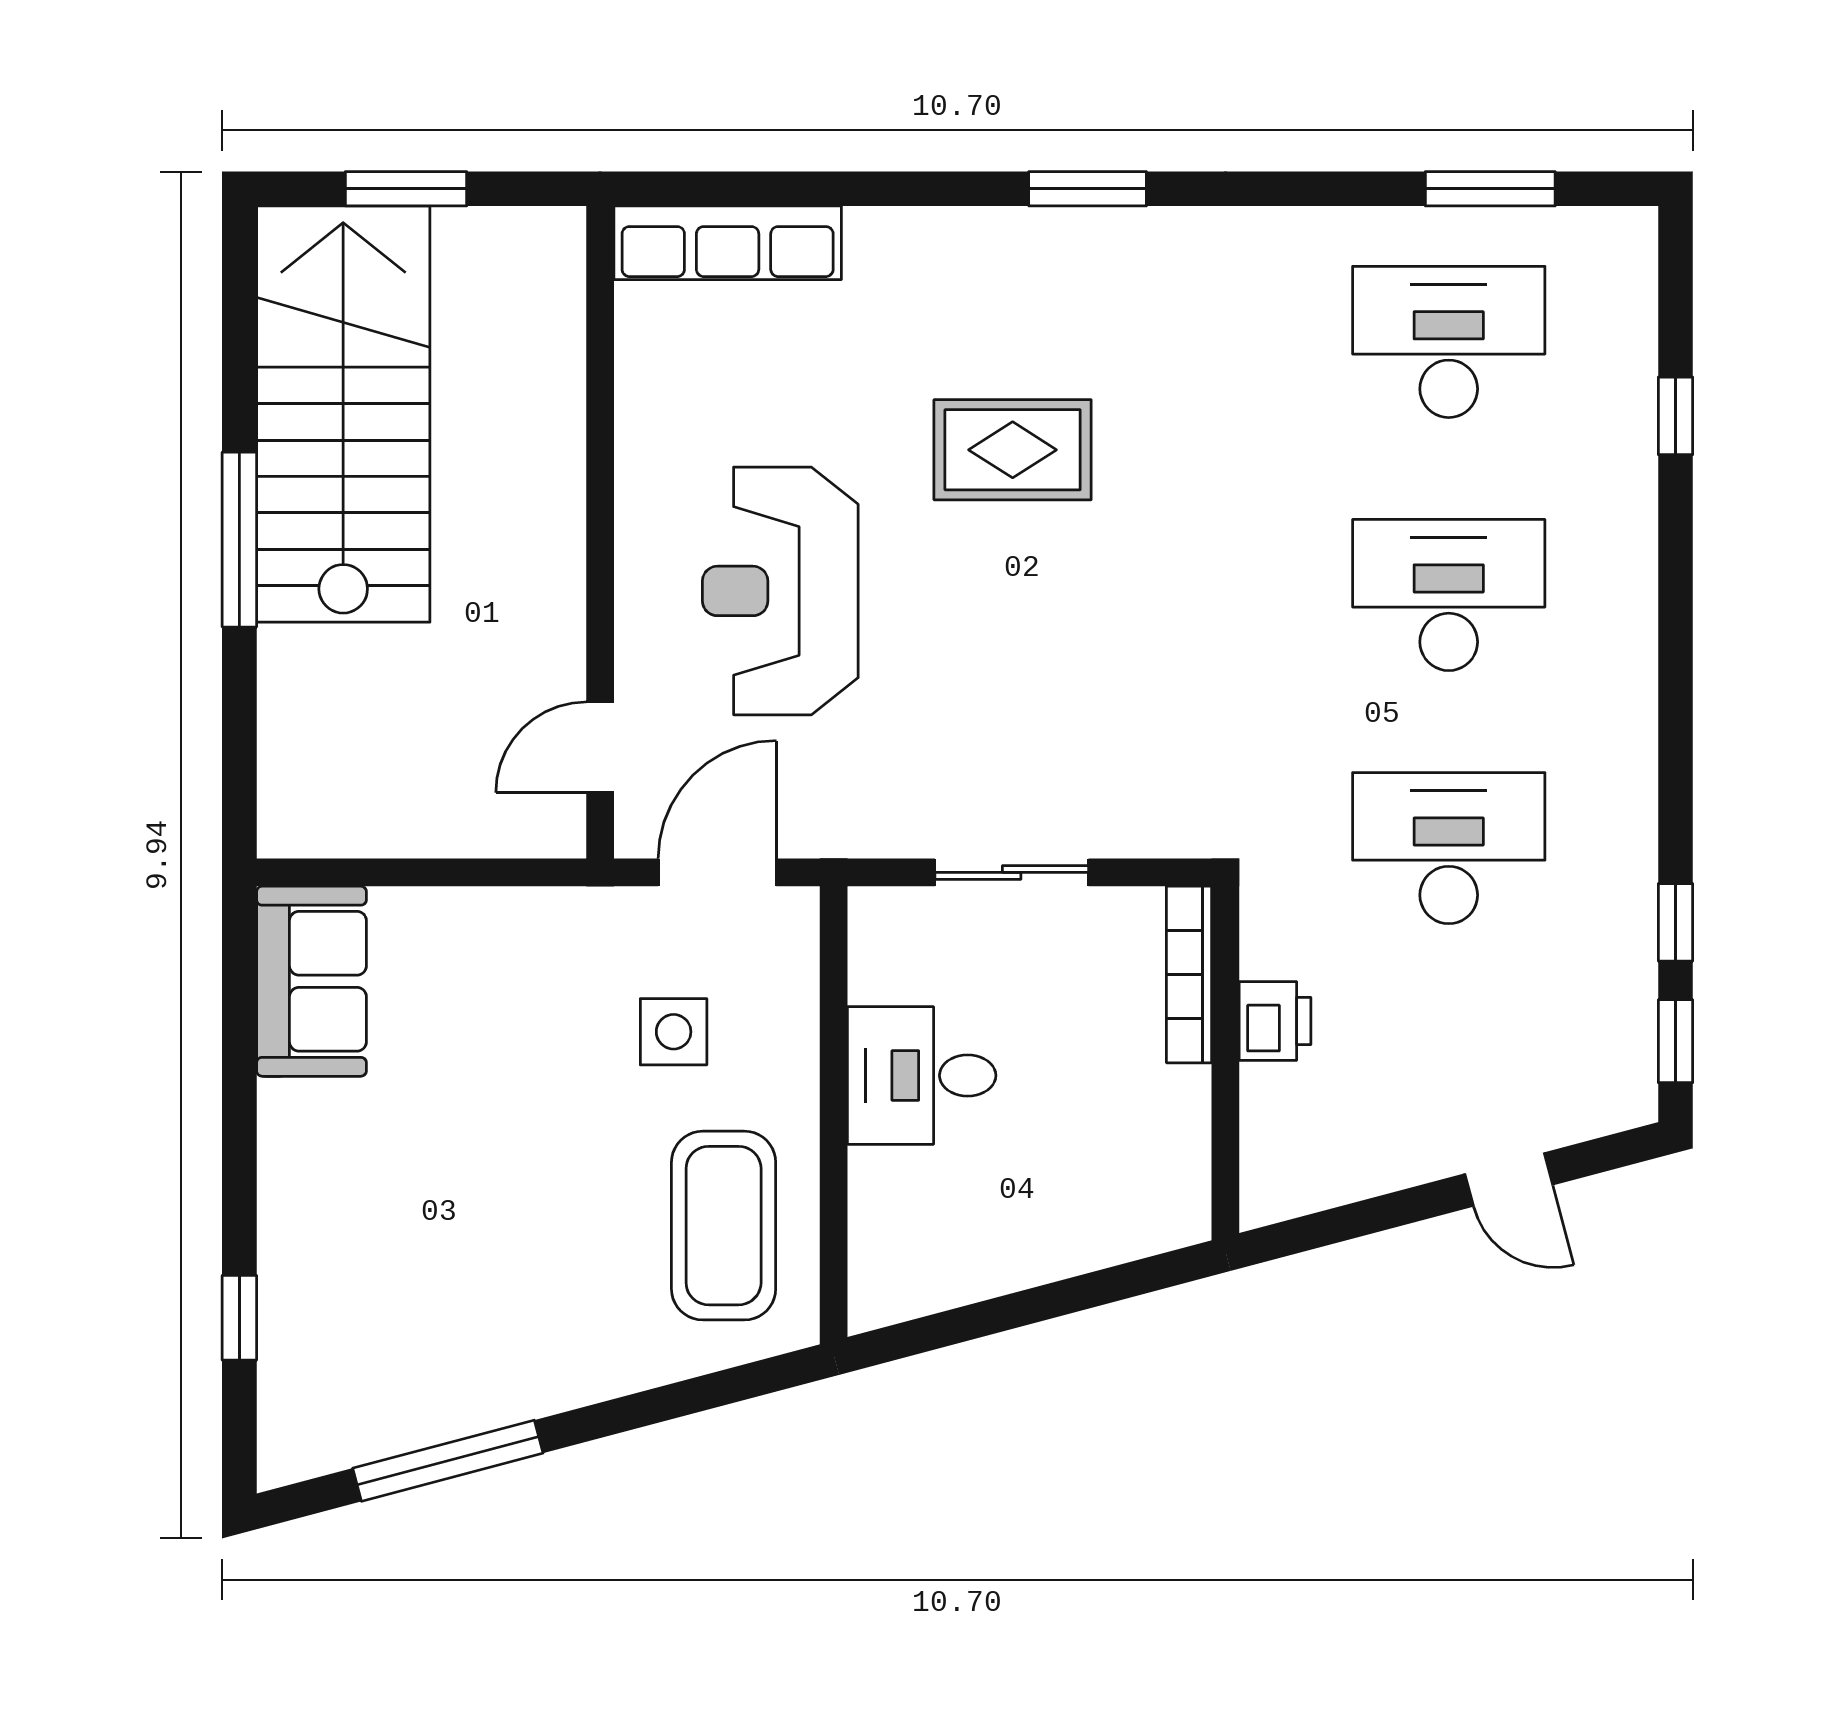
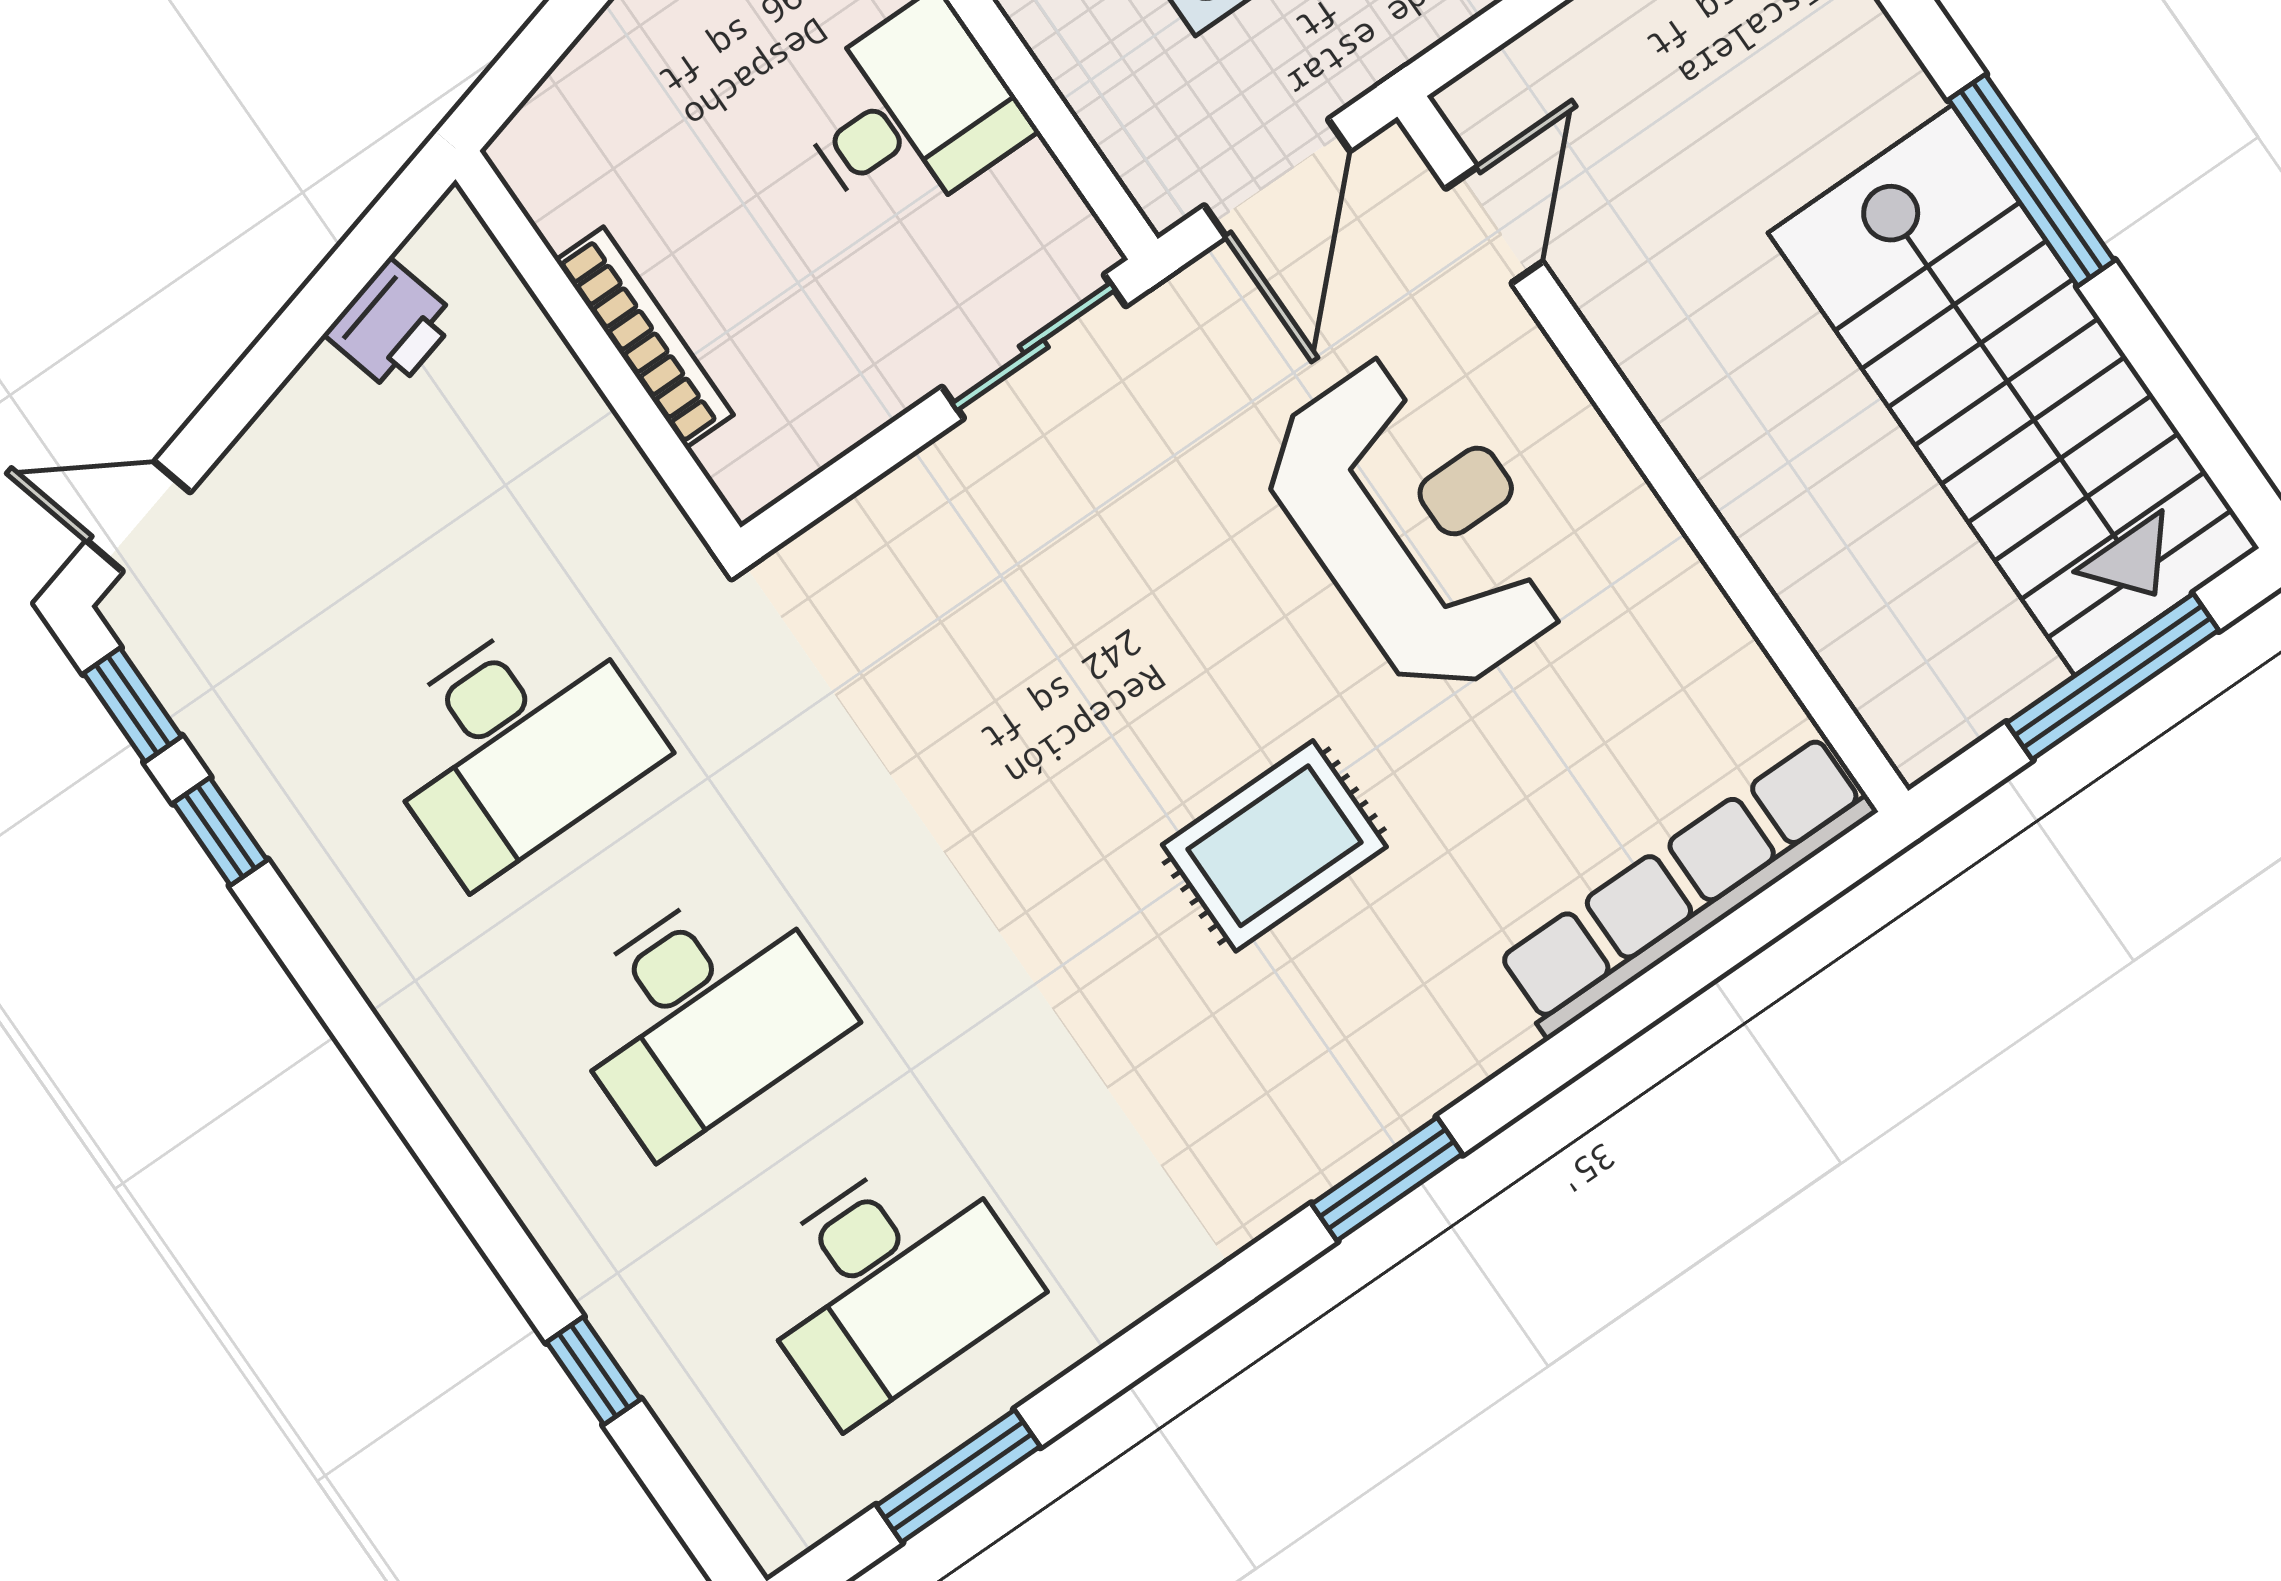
window: (406, 189) -> (2113, 677), width x1.44
row of seats: (728, 243) -> (1686, 887), width x1.36
sliding door: (1012, 872) -> (1034, 347), moved
bookcase: (1189, 975) -> (644, 337), moved
printer: (1275, 1021) -> (391, 326), moved, turned -105
door: (1509, 1179) -> (139, 516), moved

